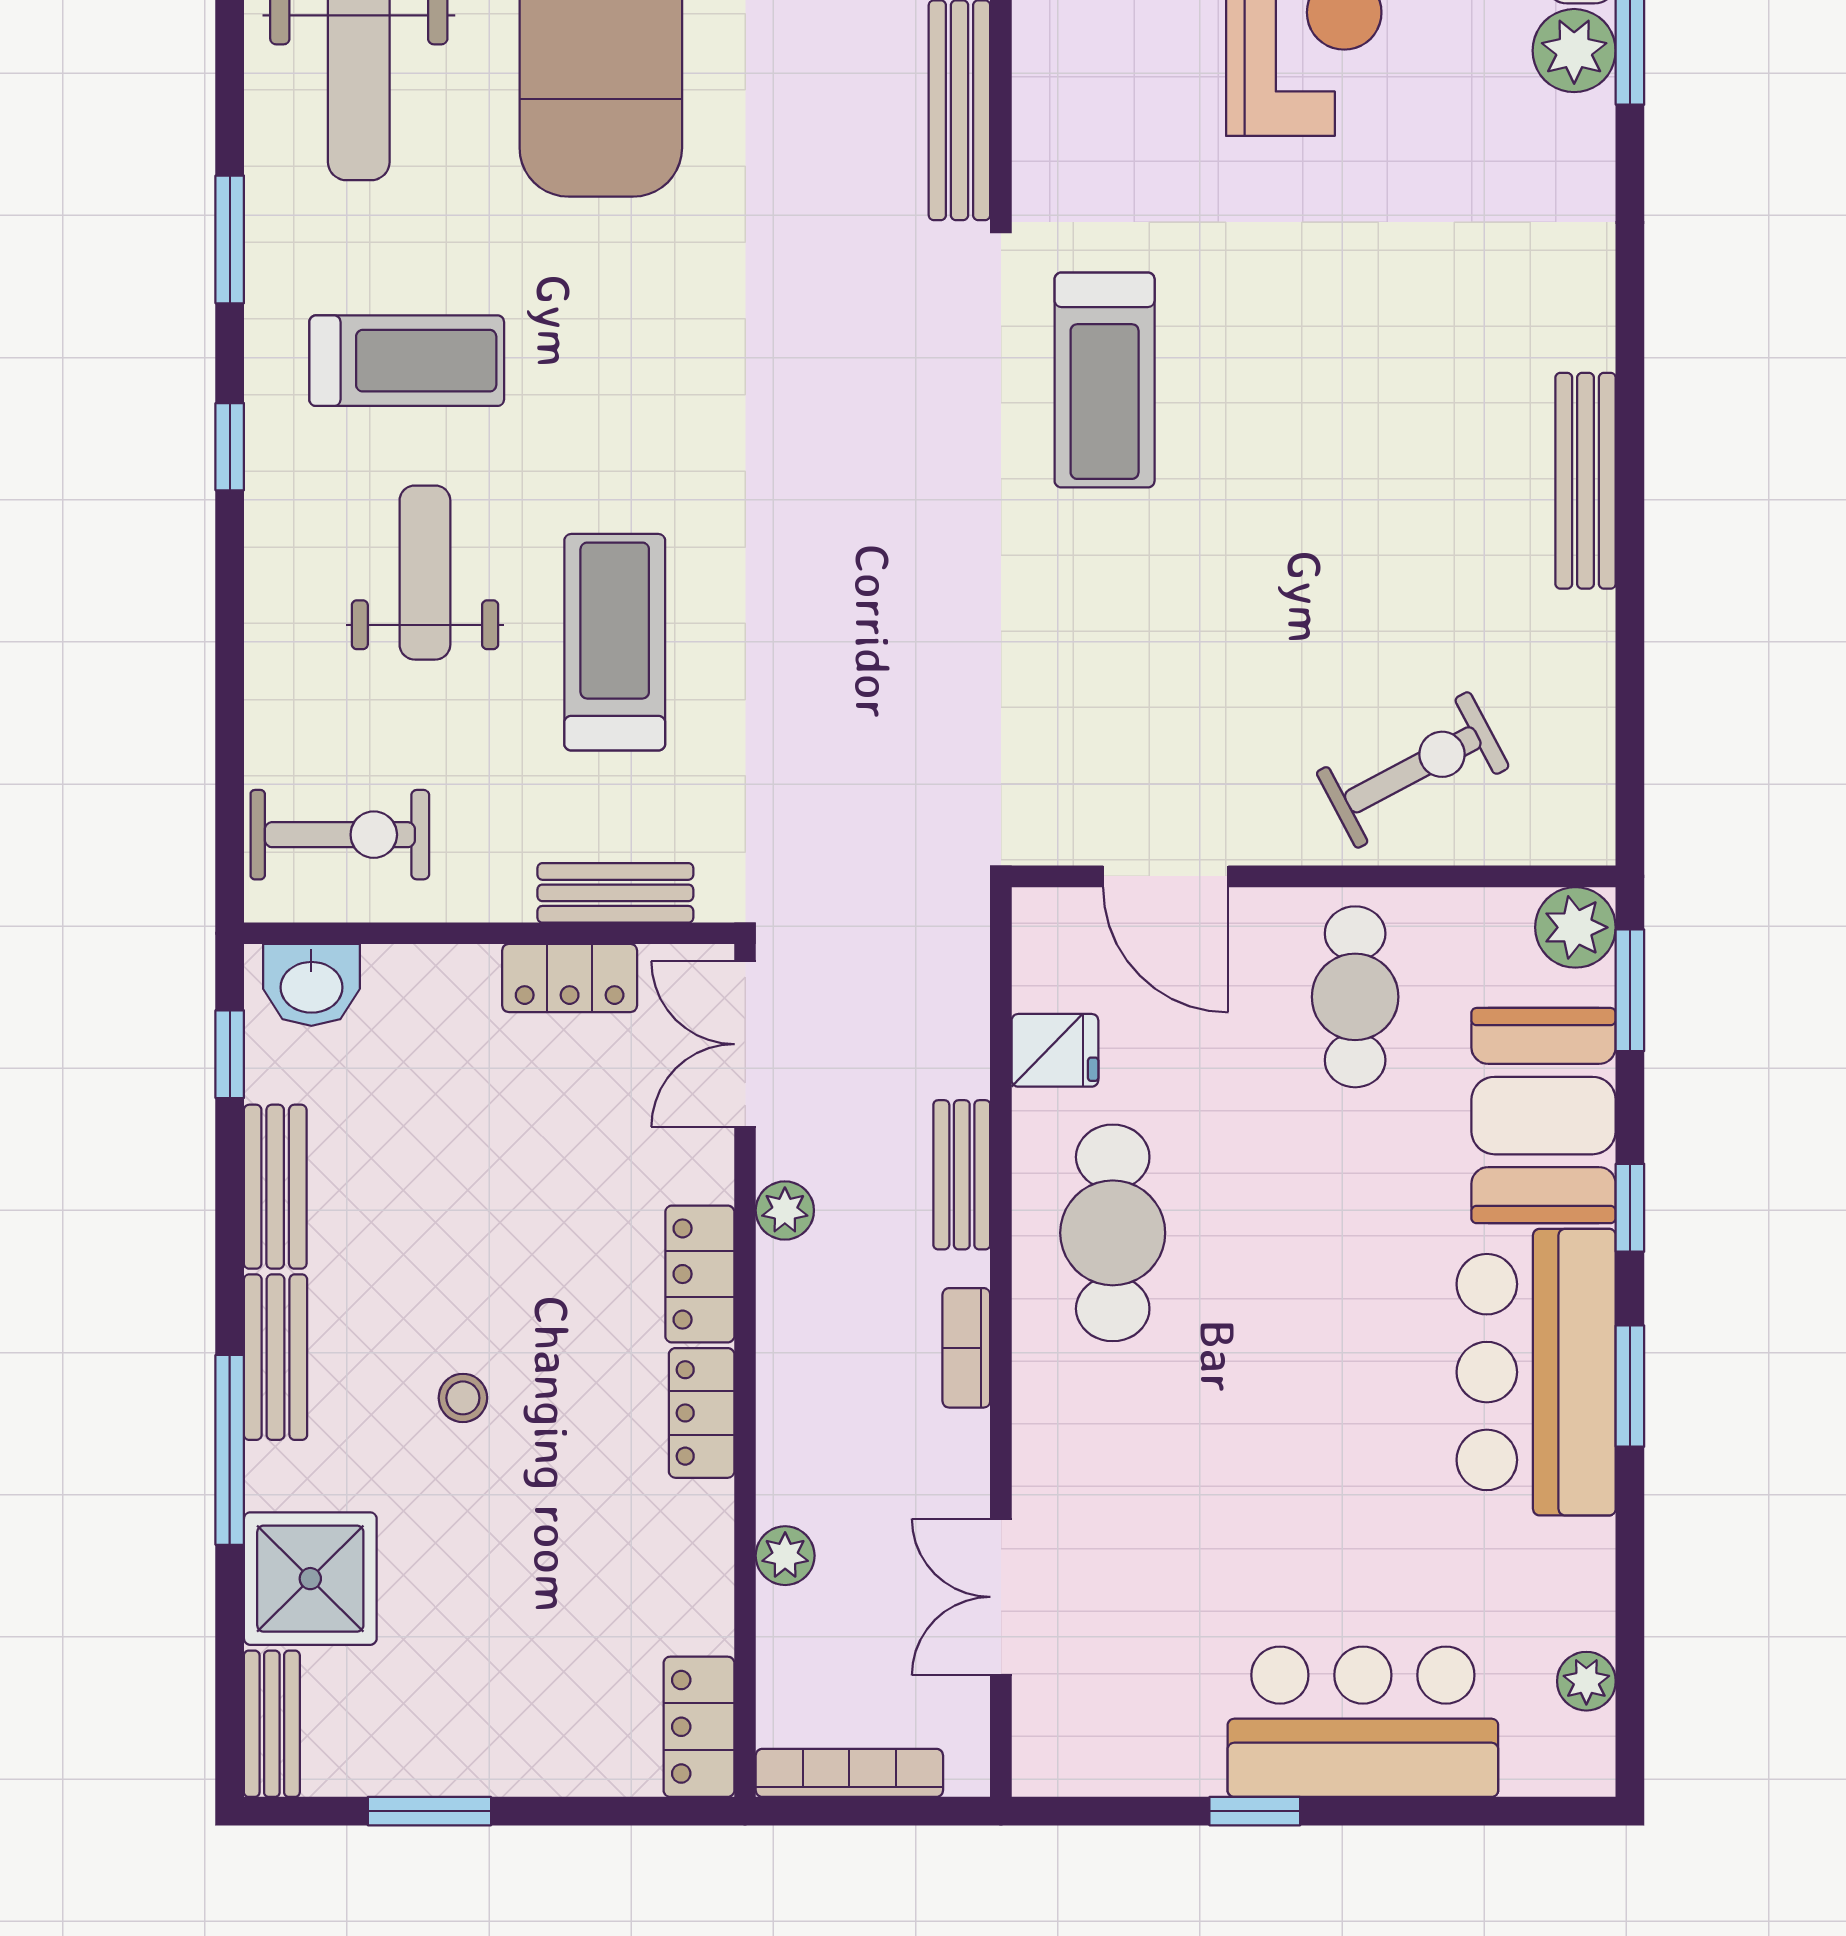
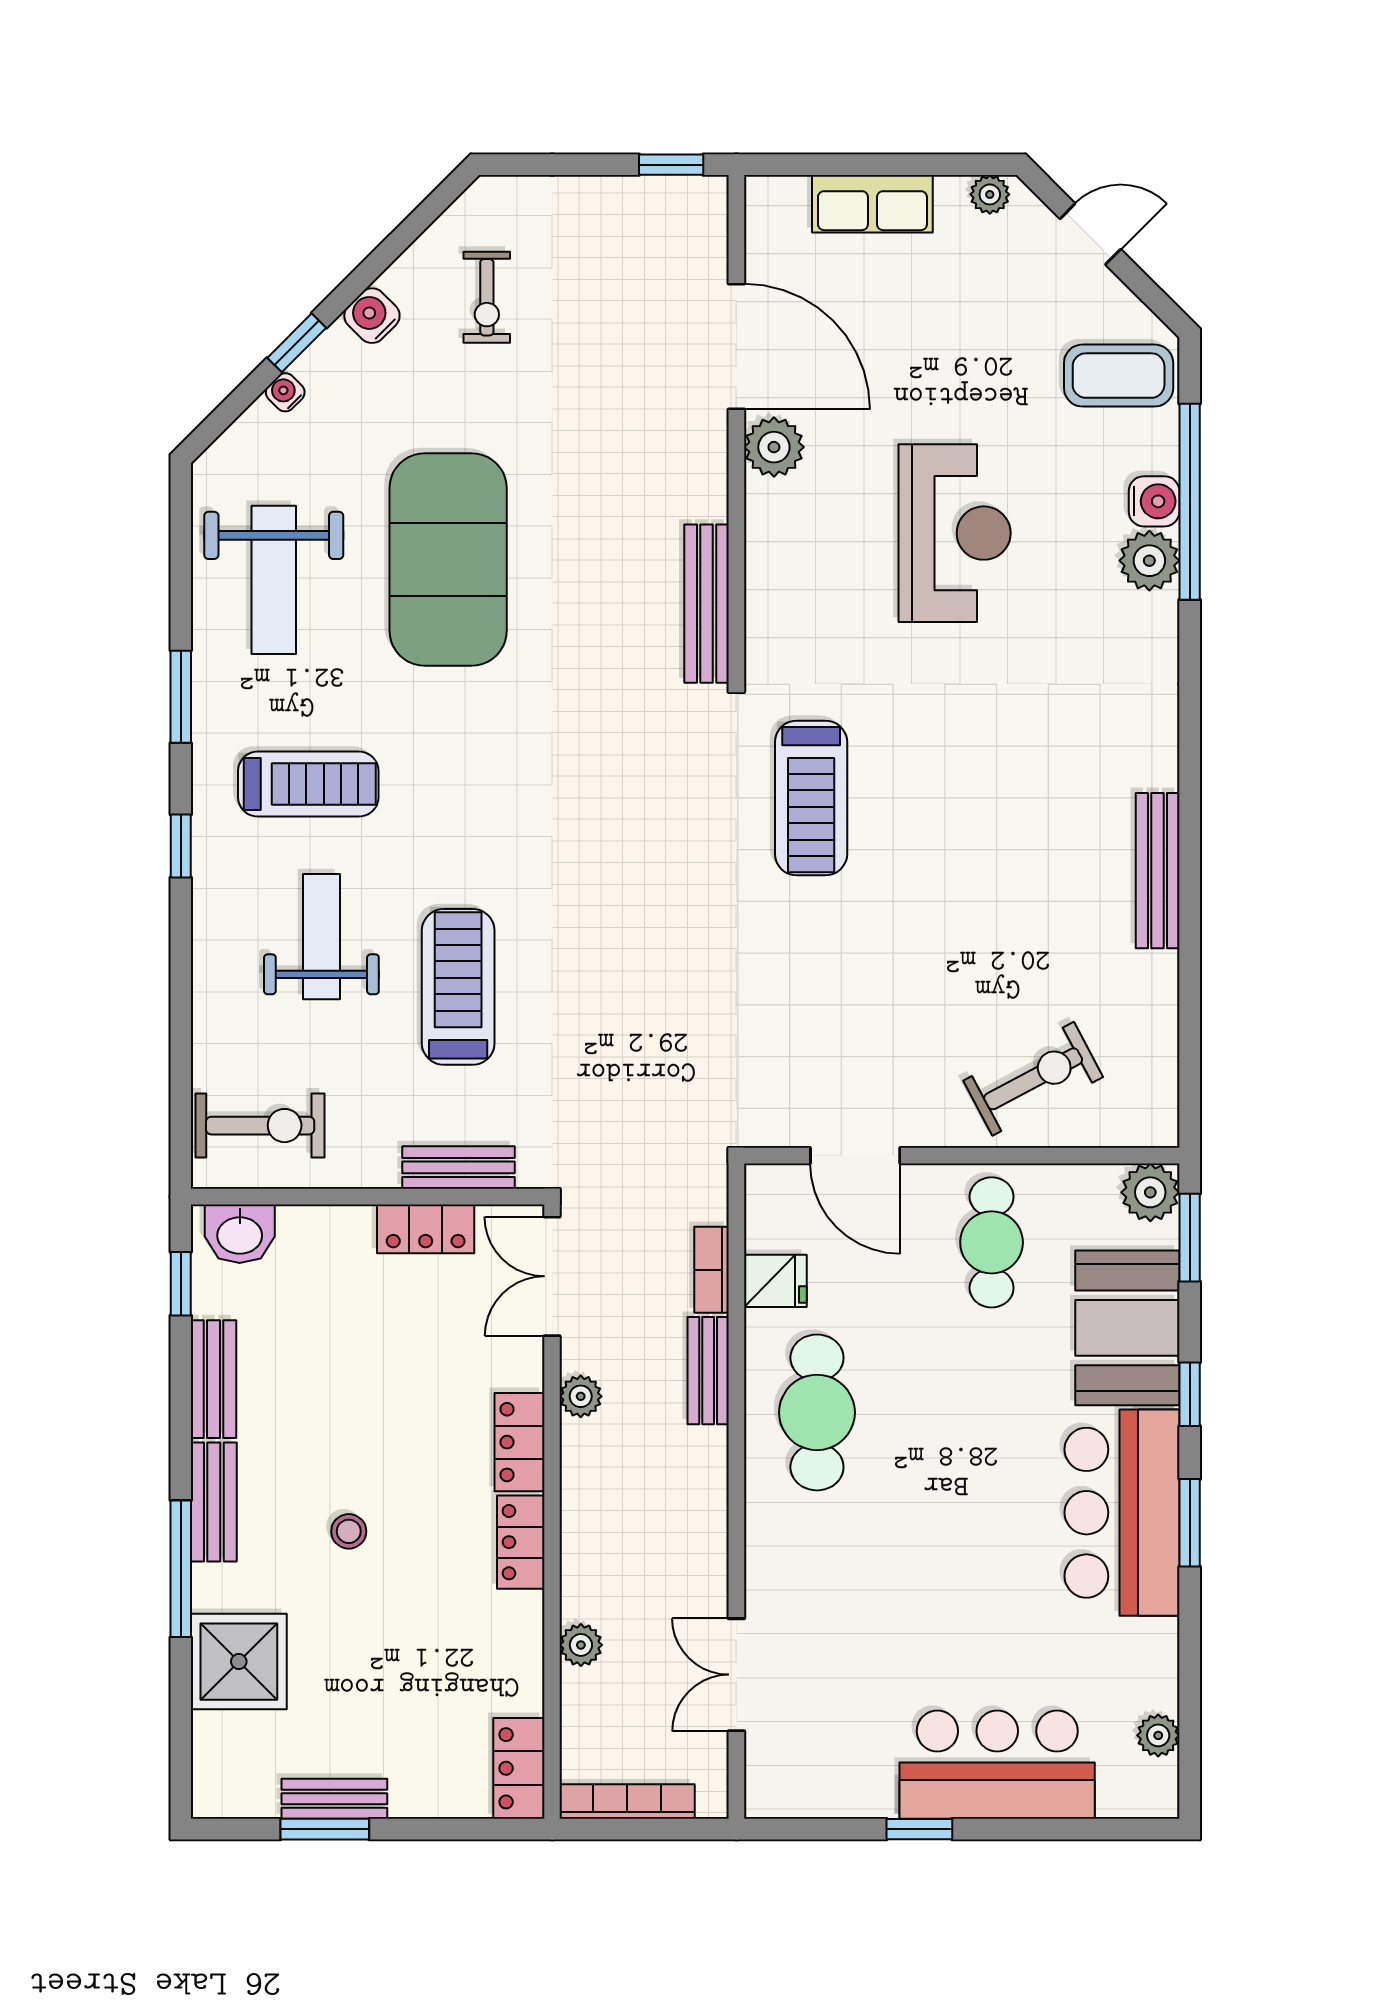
bookcase: (966, 1348) -> (711, 1270), moved
bench: (272, 1724) -> (334, 1799), moved, turned 90

